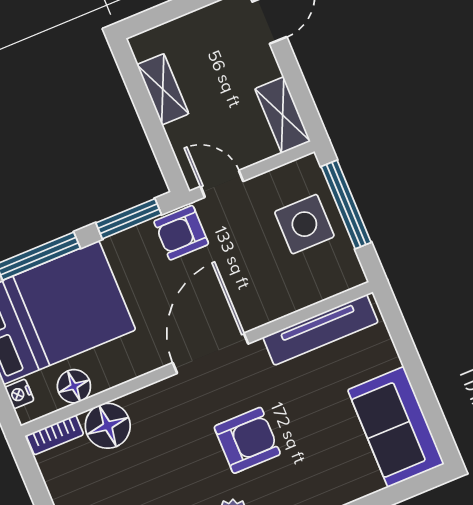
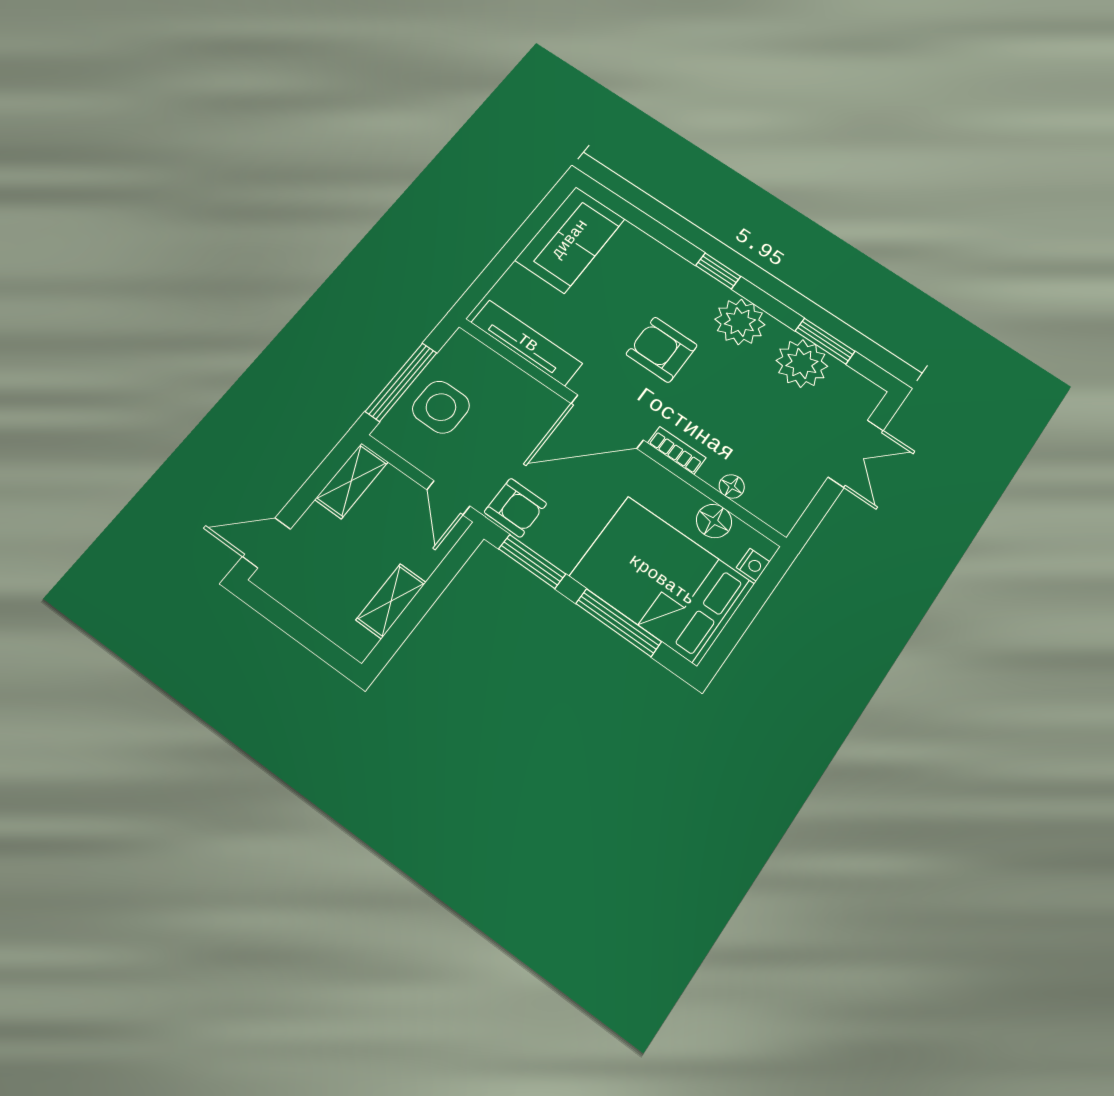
floor lamp: (108, 426) -> (732, 486), width x0.53, depth x0.53
bookcase: (55, 435) -> (677, 450), moved

